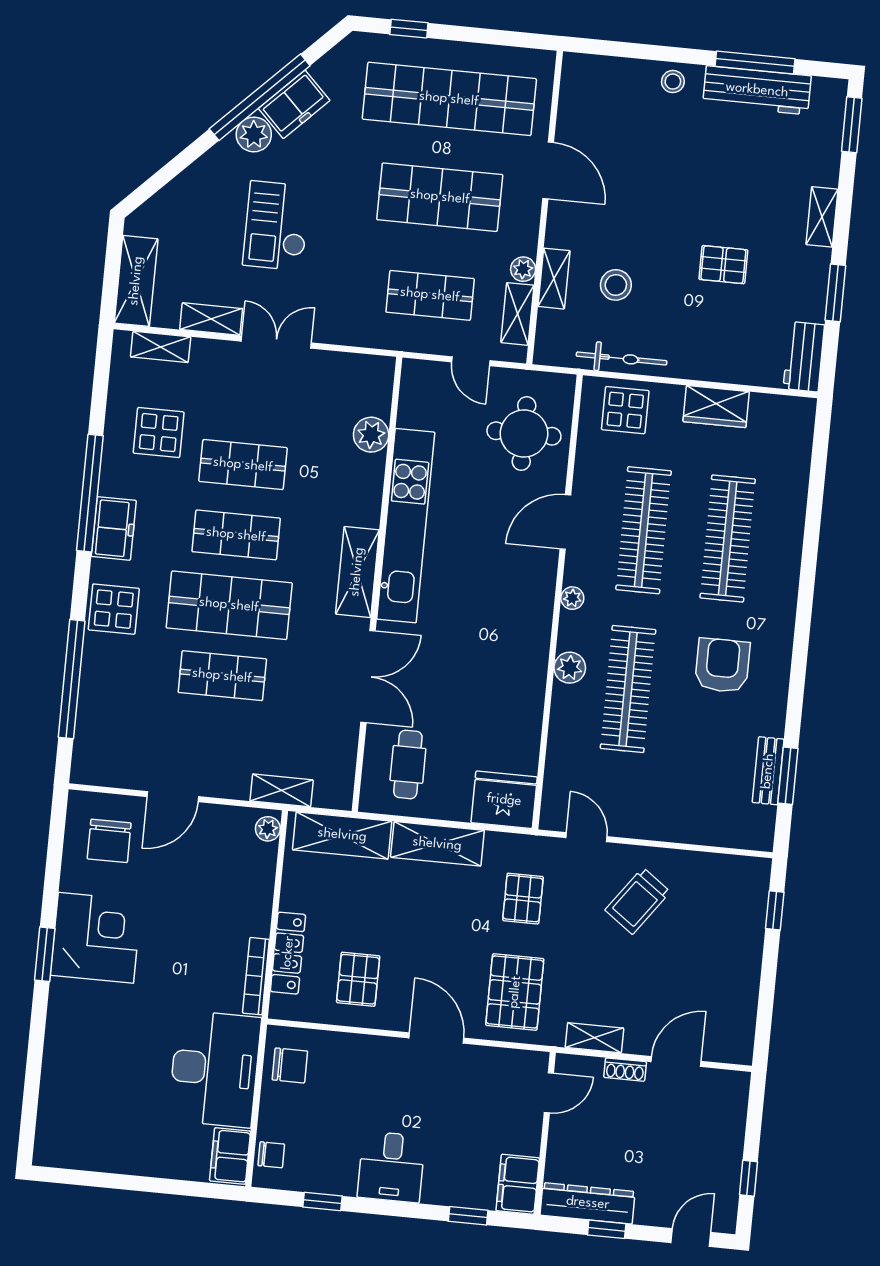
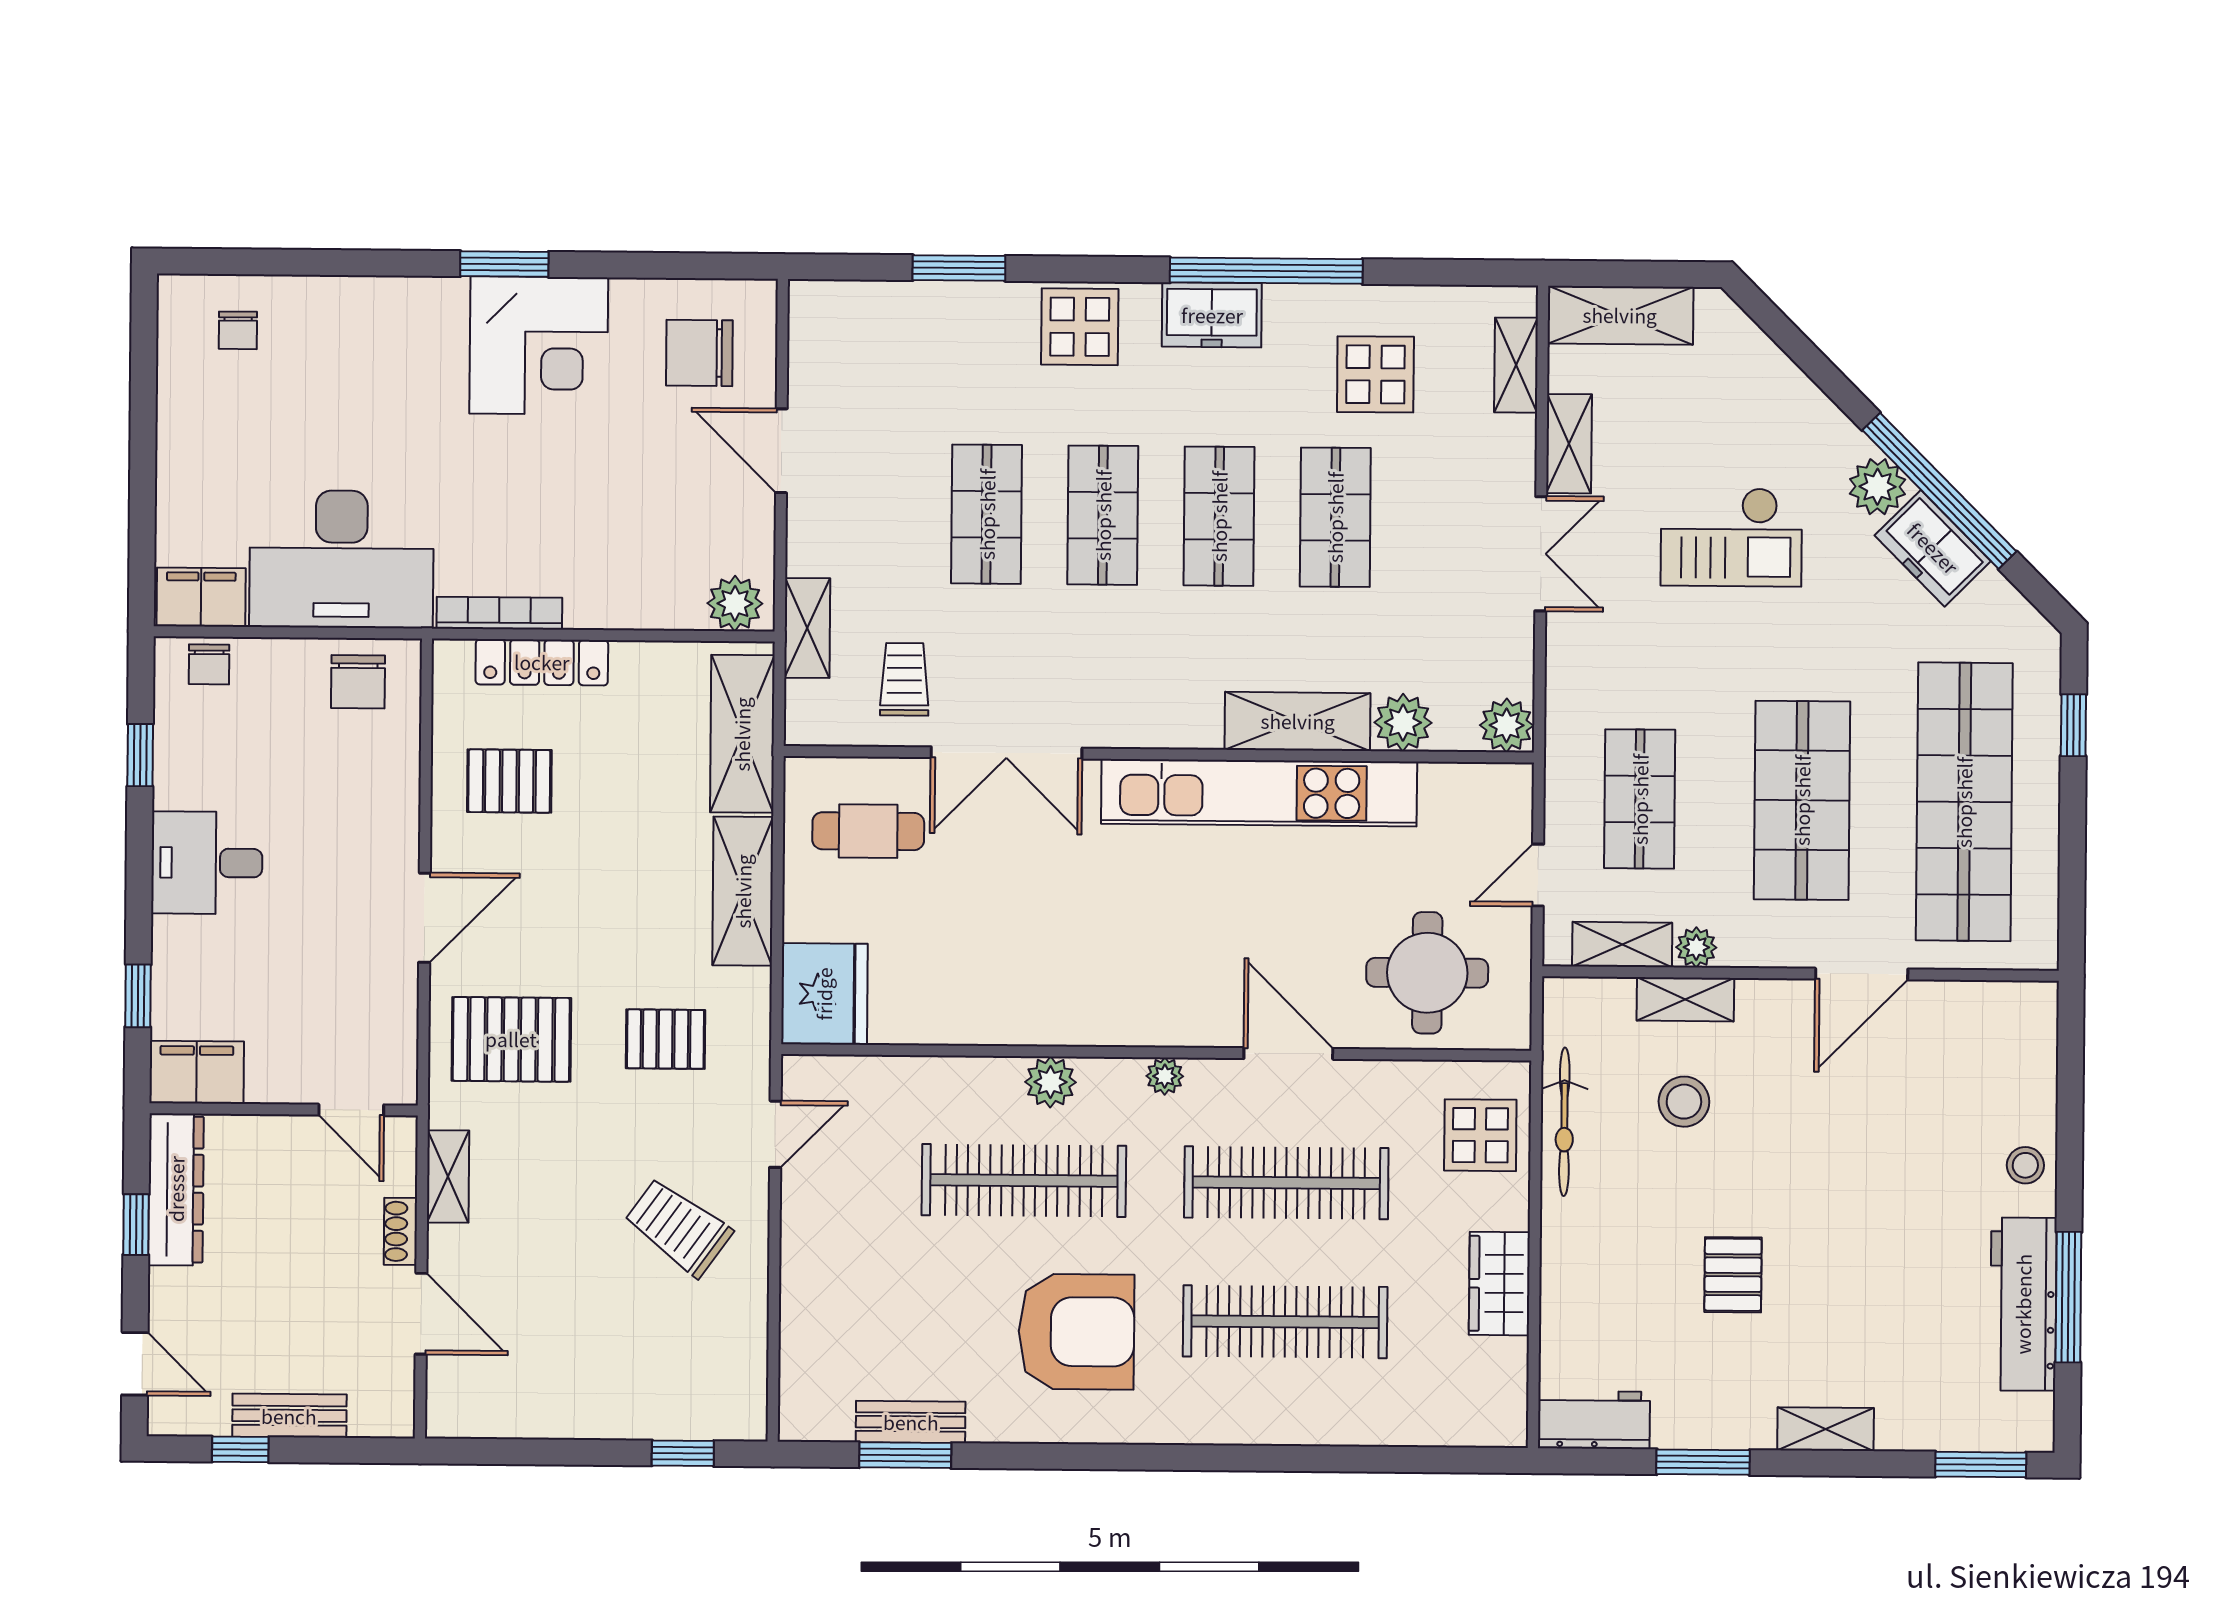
checkout: (276, 226) -> (1731, 537), turned 180
plant: (378, 372) -> (1507, 725), added
shelving: (357, 572) -> (1298, 721), moved
shop shelf: (229, 605) -> (1103, 515), width x0.70, depth x0.74
armchair: (722, 665) -> (1076, 1332), width x1.36, depth x1.36
window: (72, 679) -> (959, 268), width x0.47
trolley: (318, 734) -> (904, 679), added
plant: (268, 829) -> (735, 603), width x1.38, depth x1.38
chair: (70, 1119) -> (238, 330), added
bench: (731, 1147) -> (289, 1416), added

